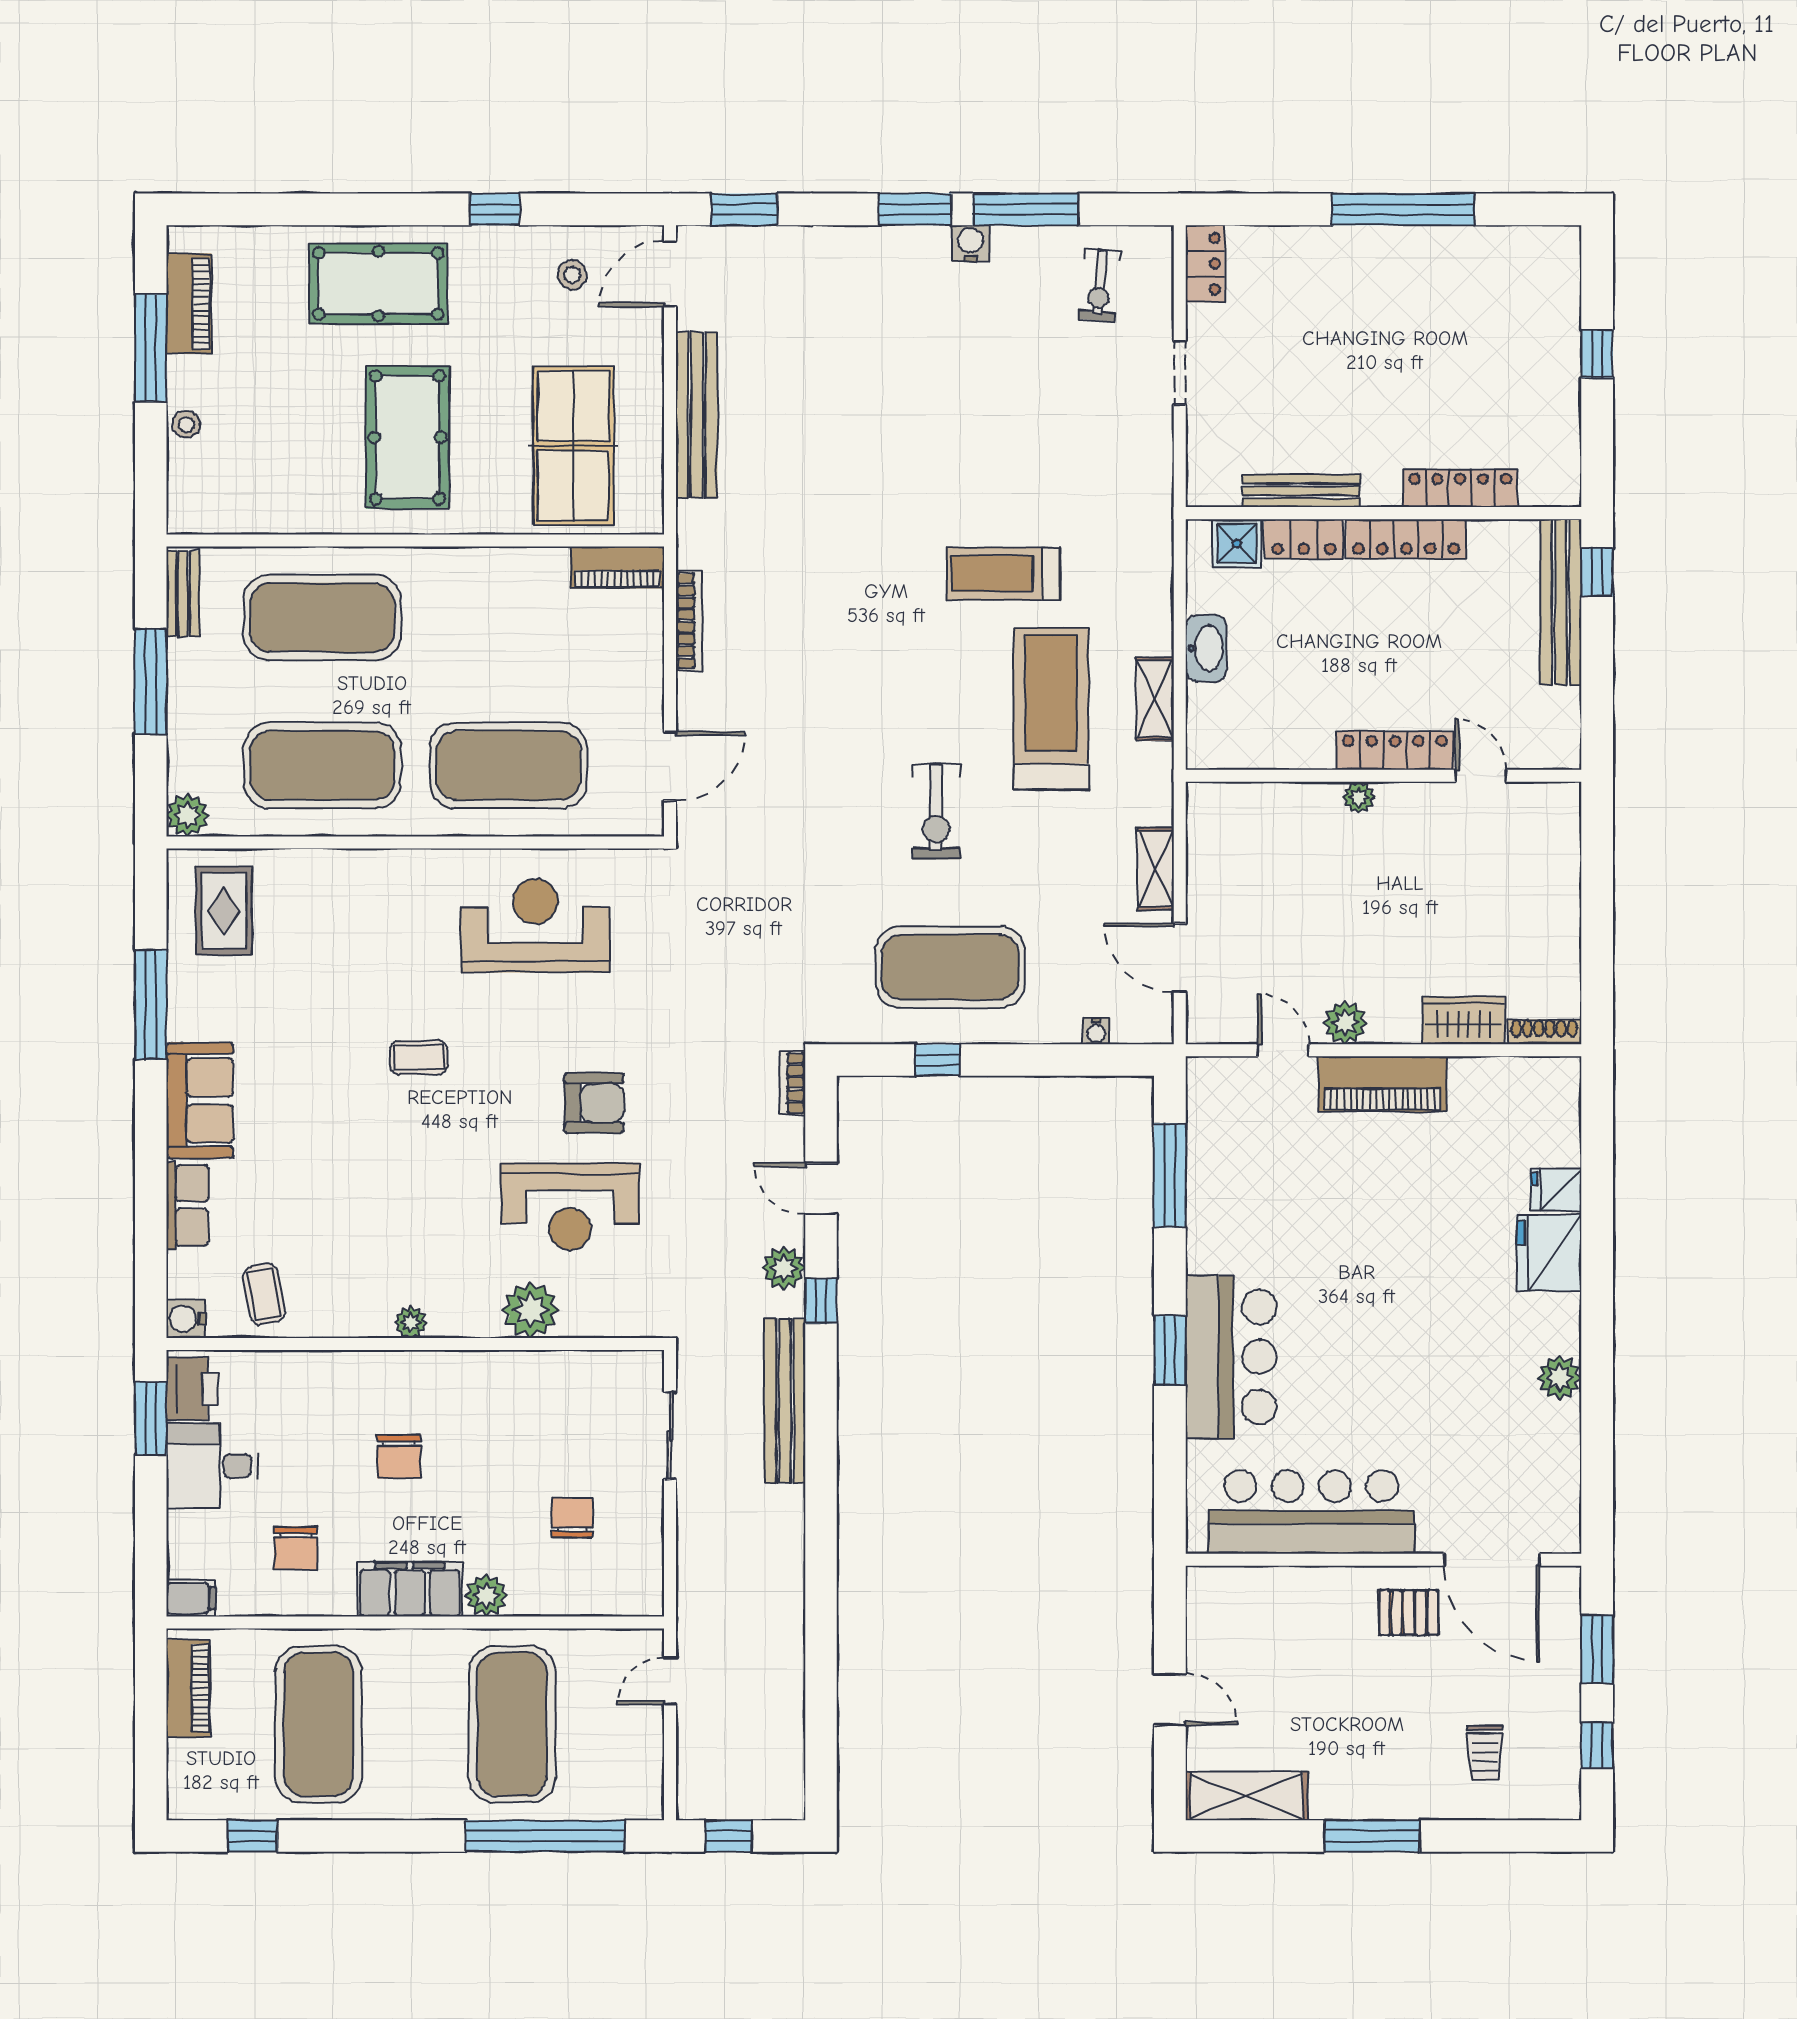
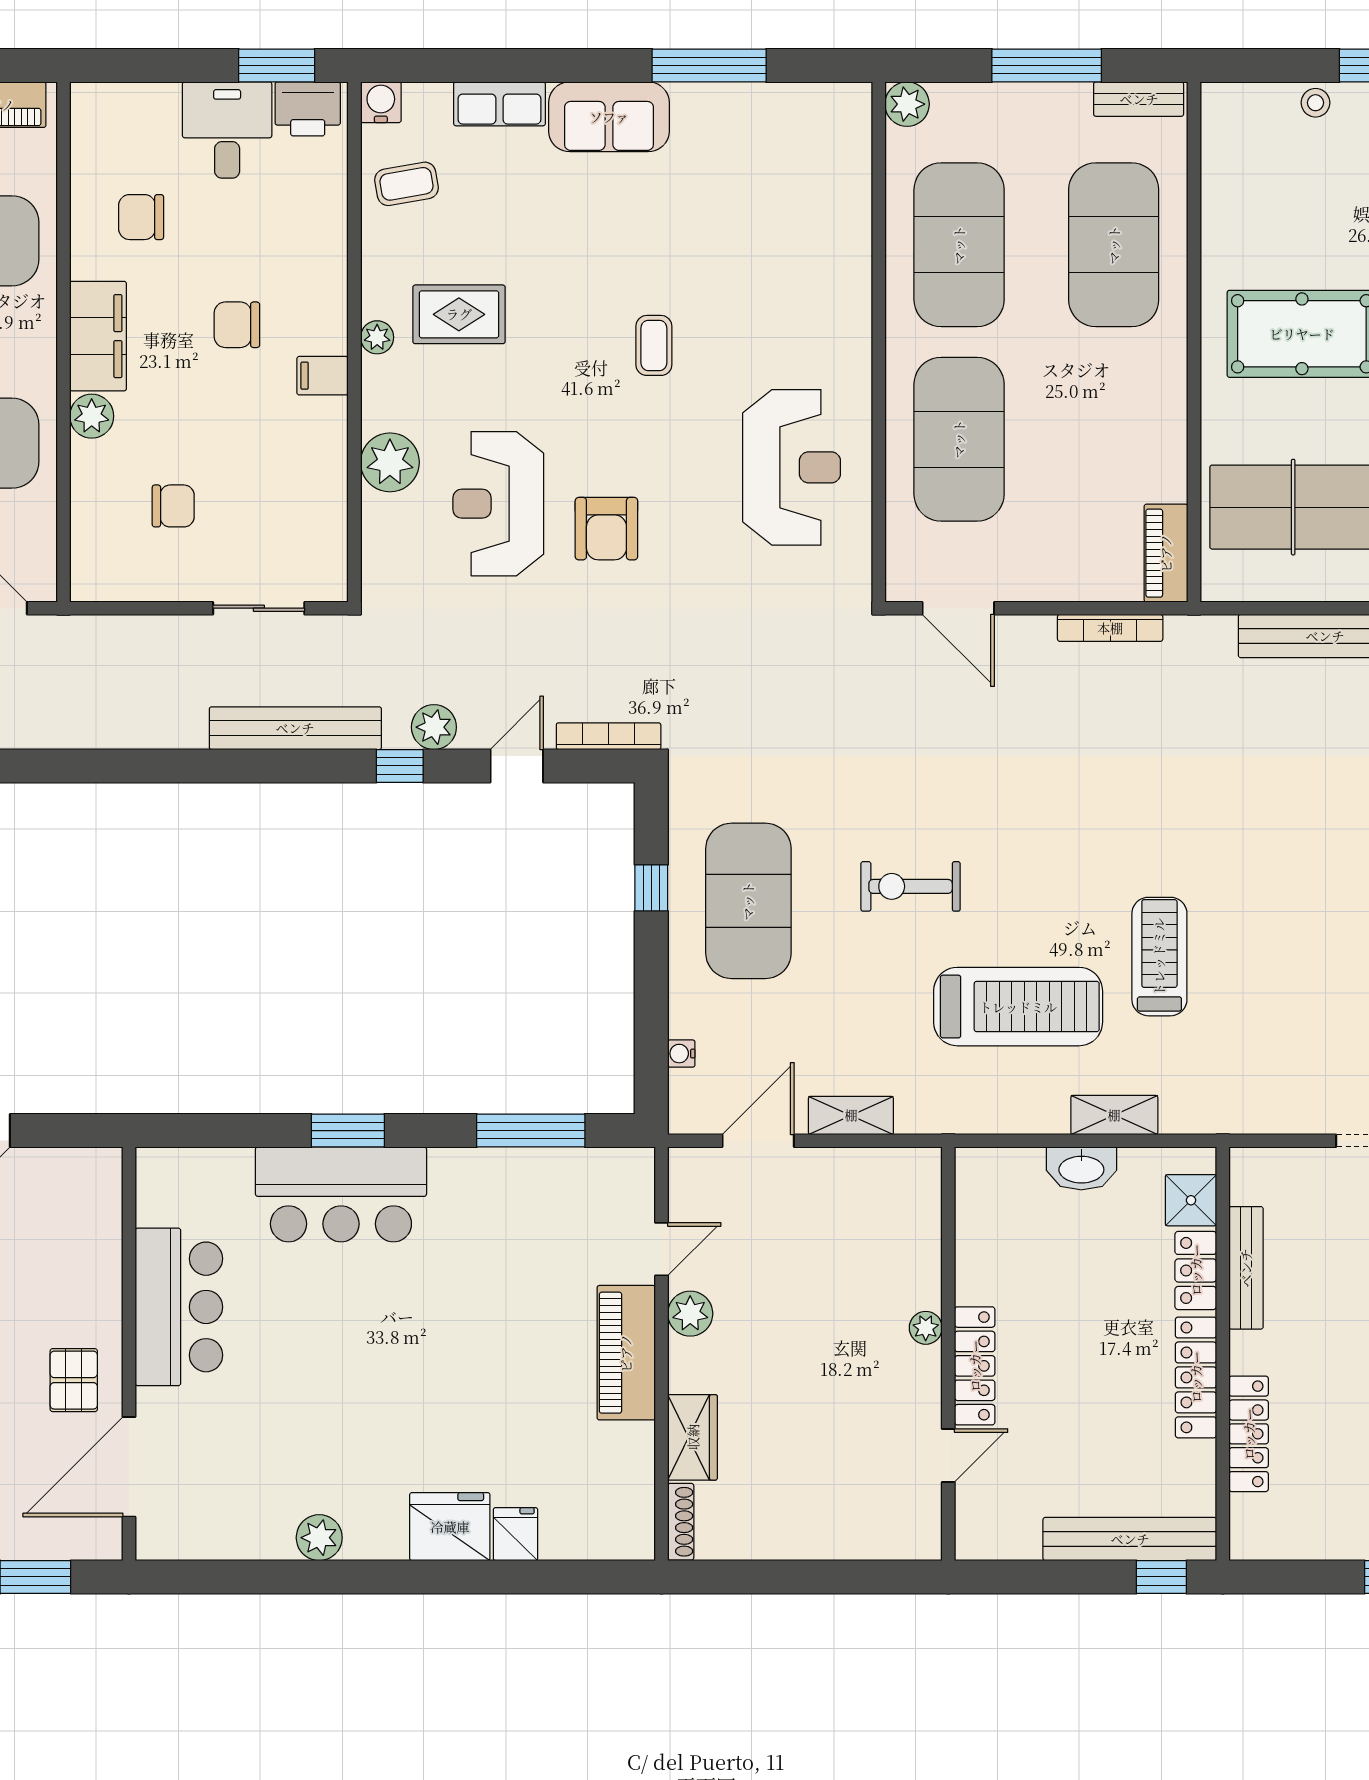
shelving: (1155, 699) -> (1114, 1115), moved
rug: (224, 911) -> (459, 314), moved
bookcase: (793, 1083) -> (609, 736), width x1.56
bar counter: (1311, 1512) -> (179, 1307), width x0.73
filing cabinet: (191, 1598) -> (323, 376), moved, turned 90

